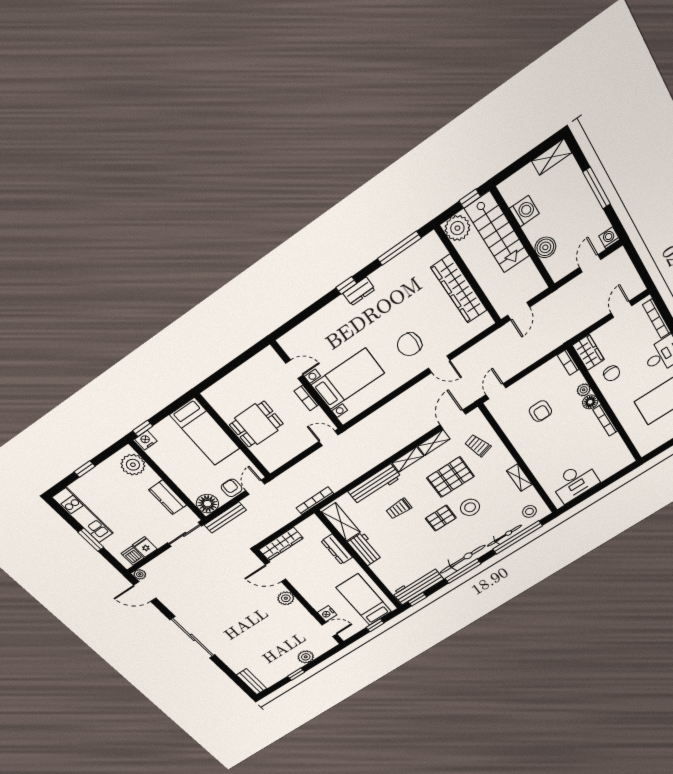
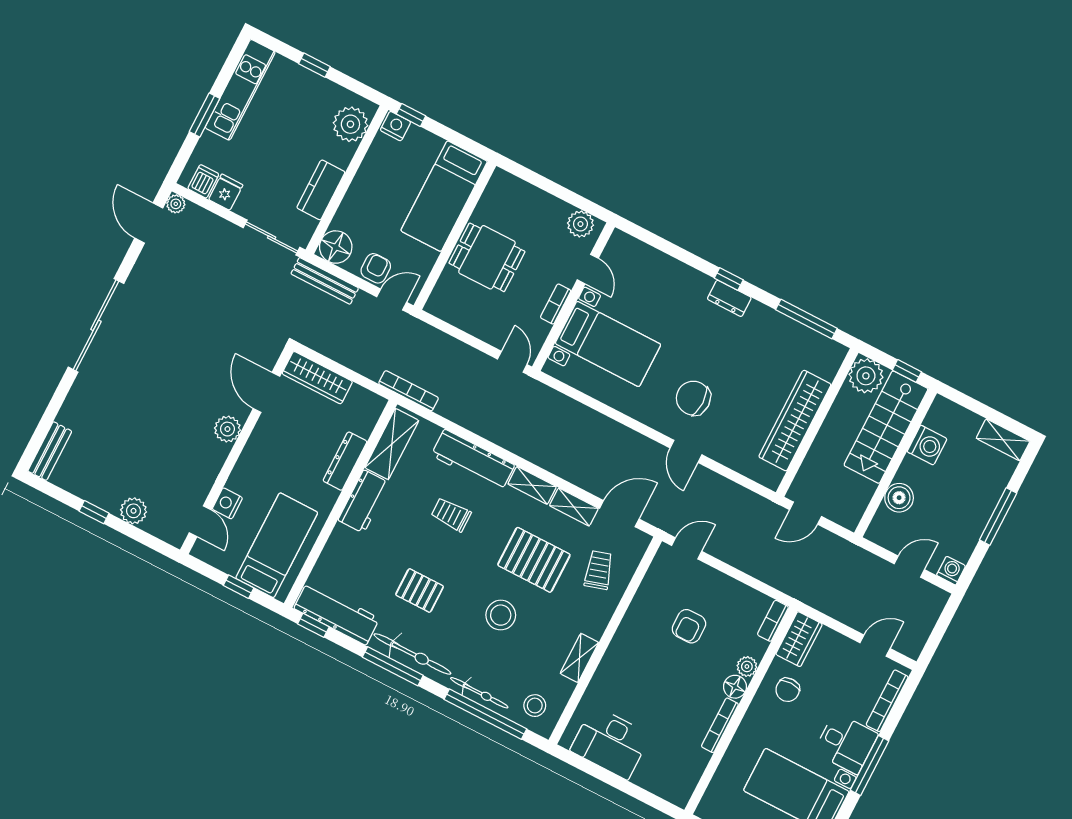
plant: (263, 360) -> (580, 224), added
pallet: (441, 518) -> (420, 591), moved

